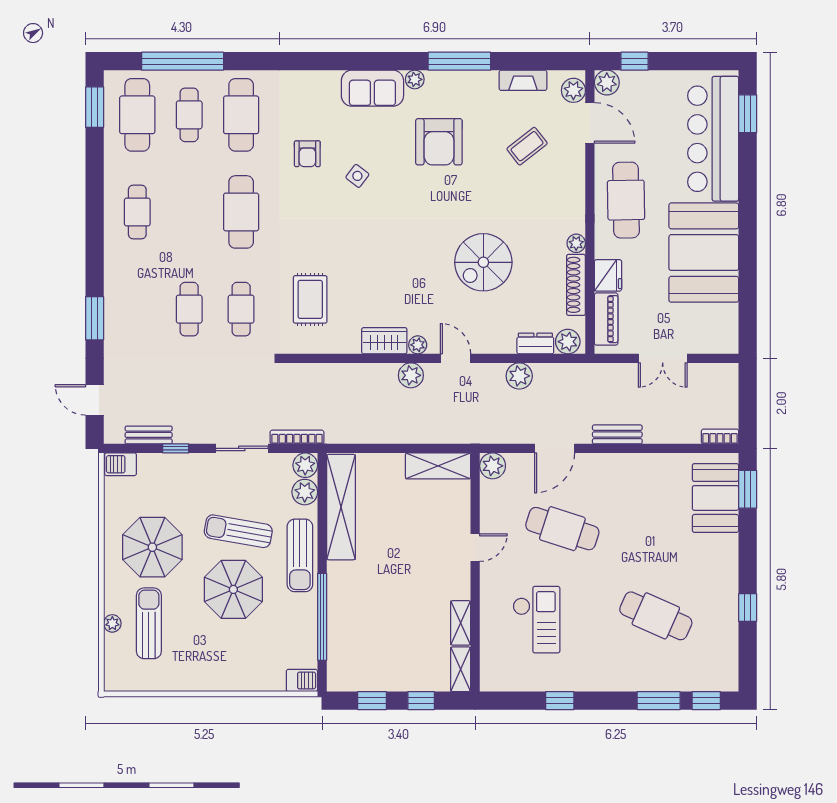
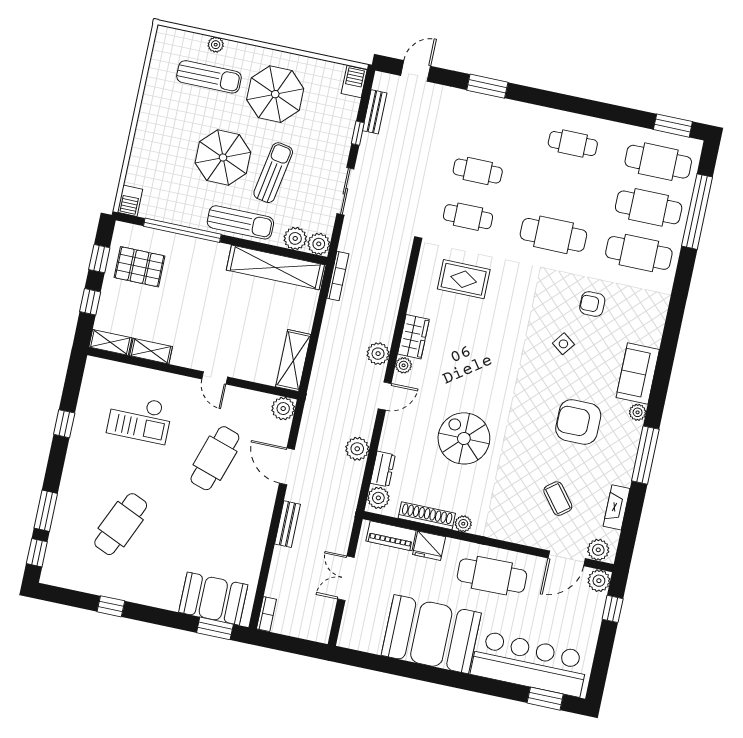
cafe table: (189, 115) -> (649, 207), width x1.37, depth x1.35
bookcase: (297, 437) -> (338, 276), moved
sun lounger: (300, 555) -> (240, 222), turned 180
pallet: (372, 655) -> (140, 267), added

